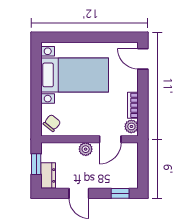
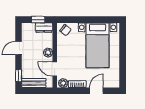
door: (143, 59) -> (96, 91), moved
bench: (131, 171) -> (34, 83), added
dresser: (48, 175) -> (44, 28), moved

